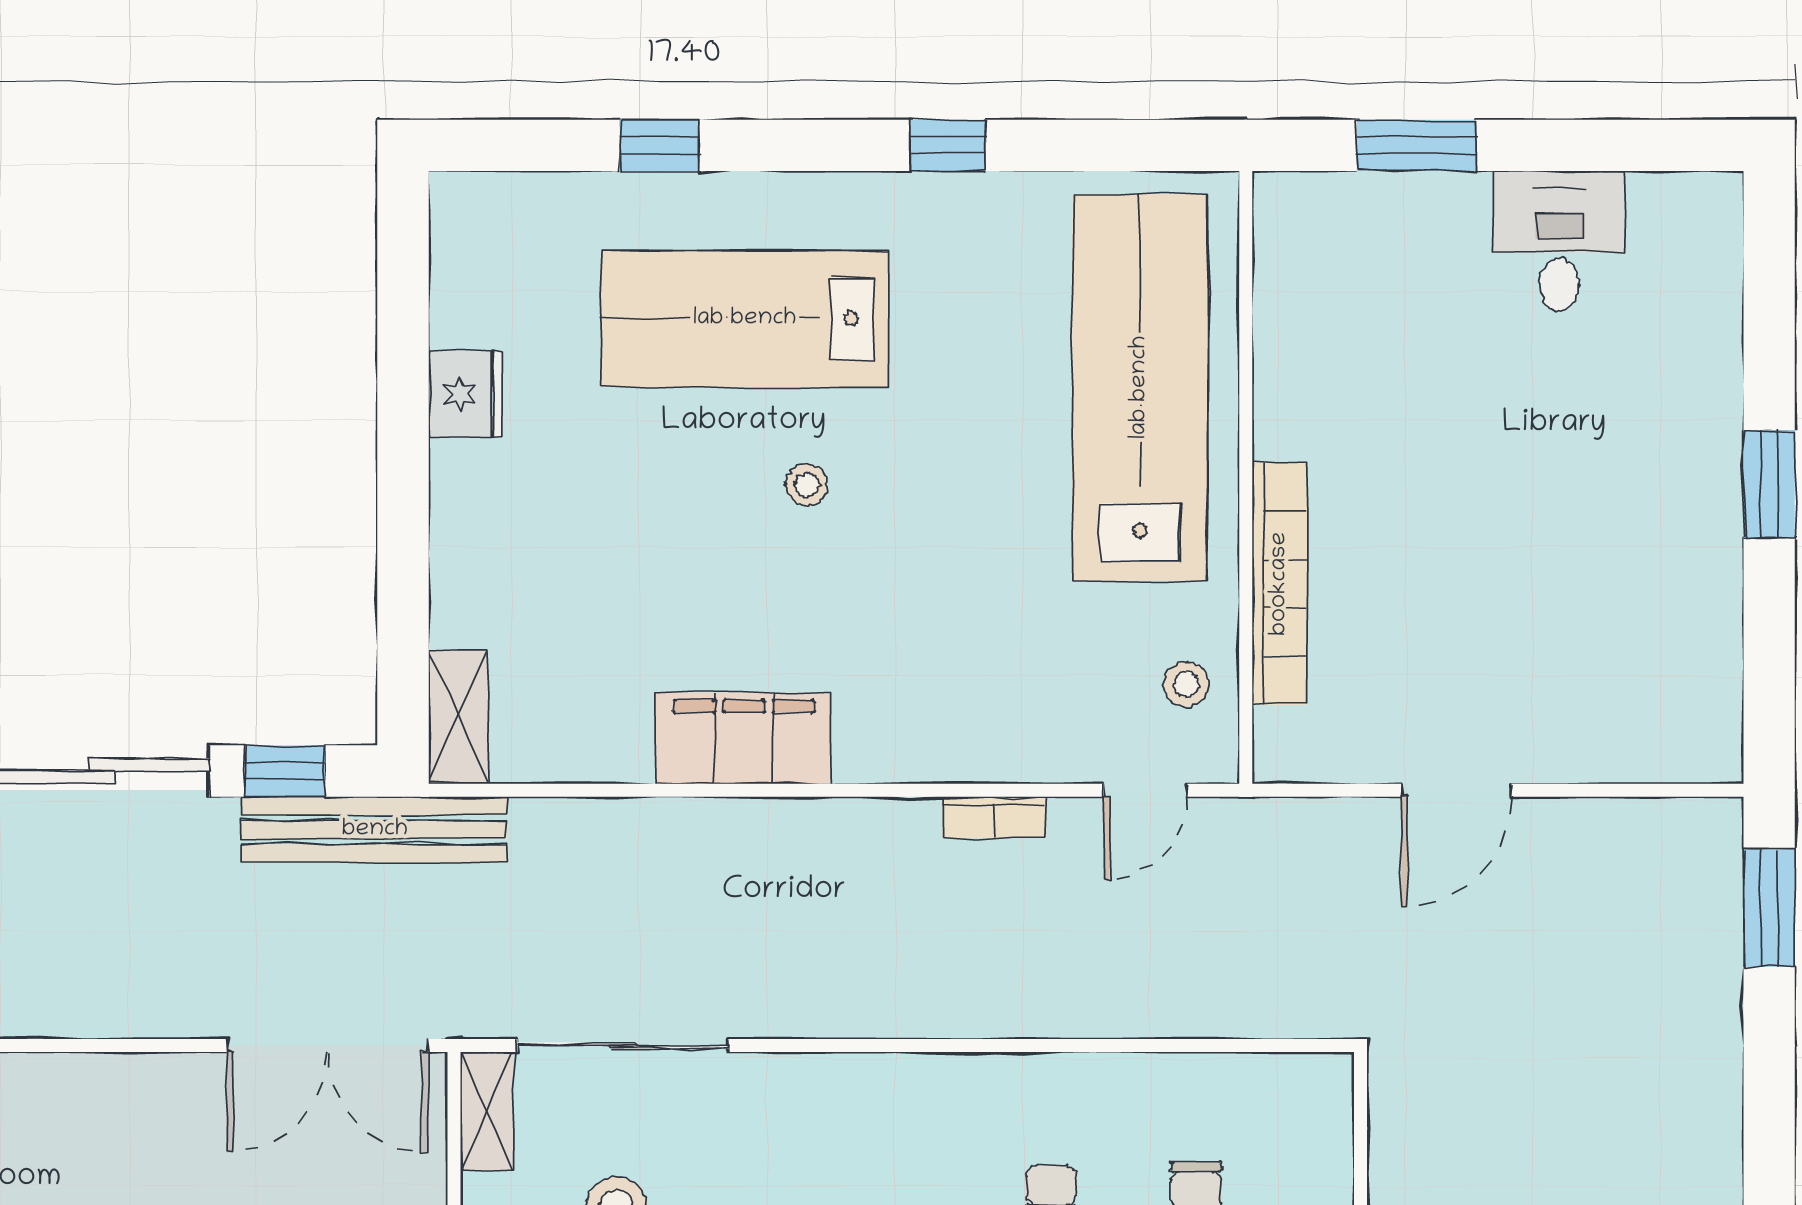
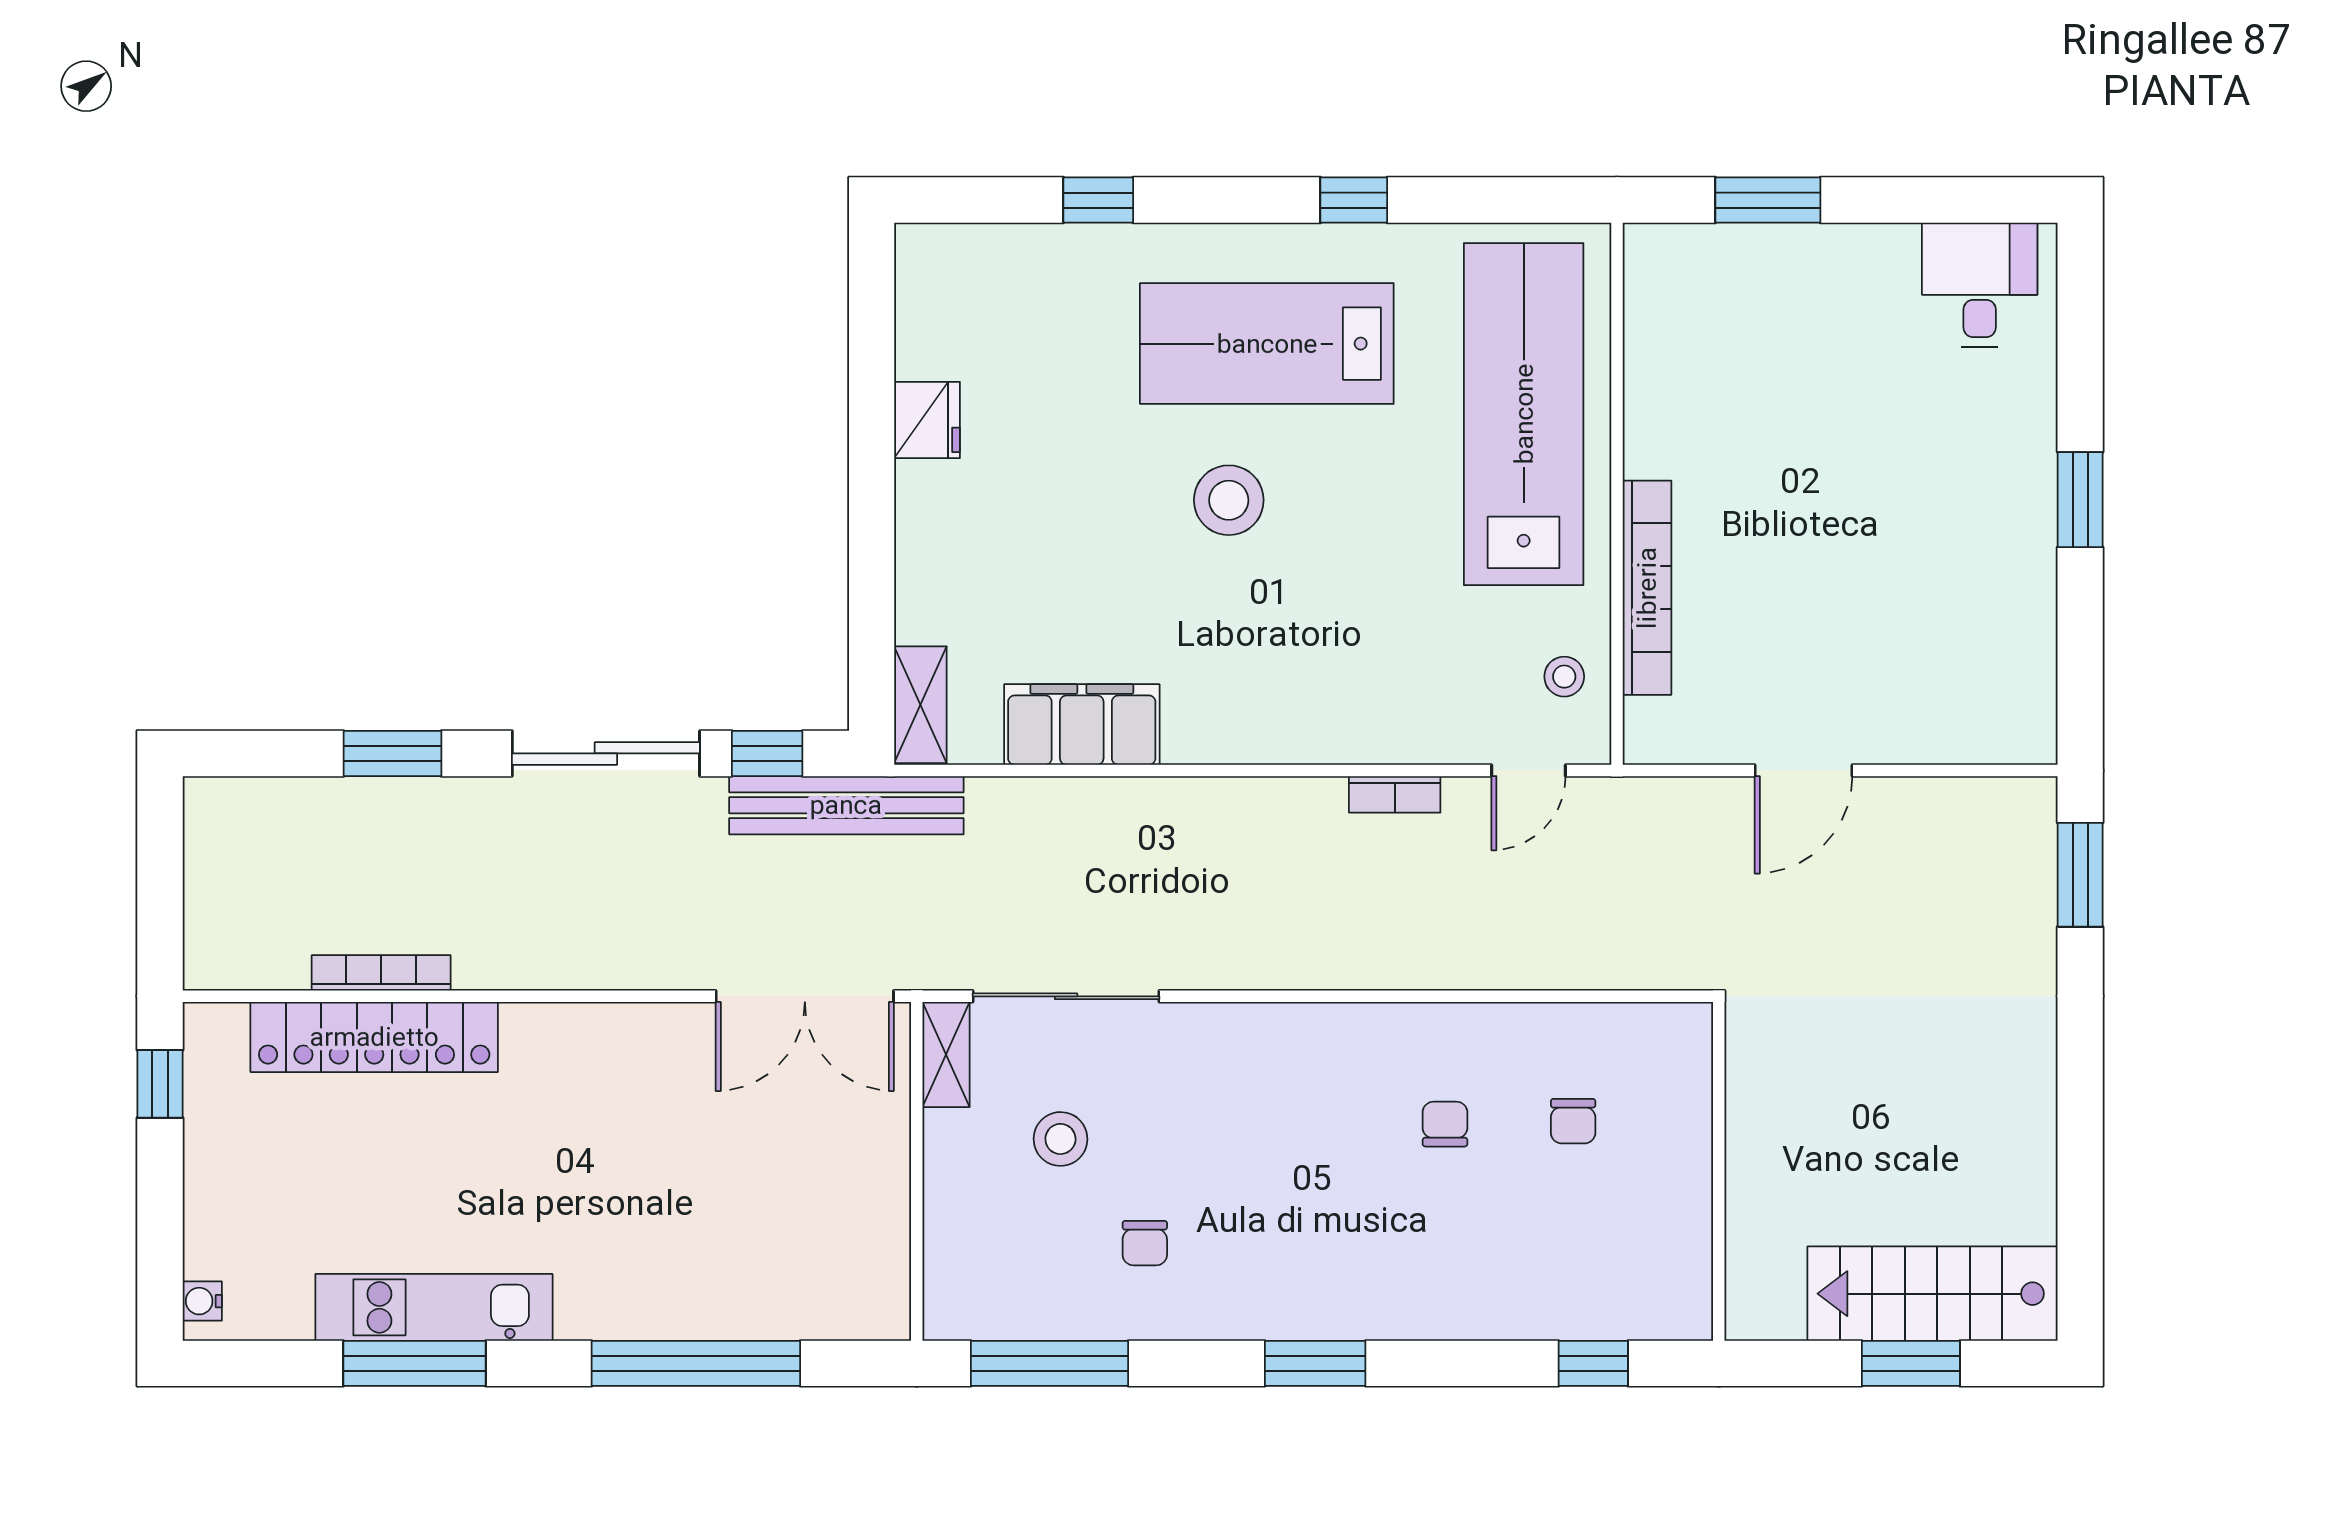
desk: (1559, 241) -> (1980, 285), moved
lab bench: (745, 319) -> (1267, 344), moved
stool: (807, 485) -> (1229, 500), width x1.89, depth x1.89
filing cabinet: (744, 738) -> (1082, 724), moved

